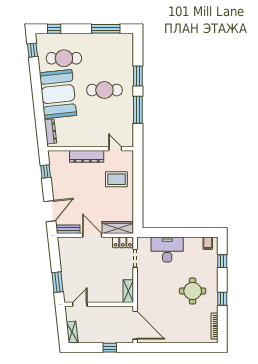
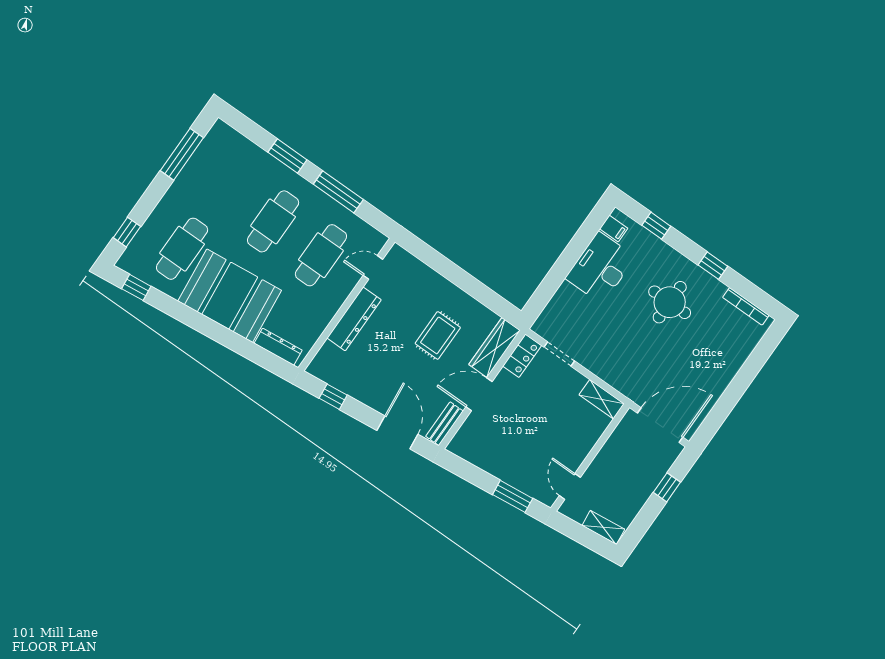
cafe table: (104, 122) -> (321, 255), added
rug: (116, 179) -> (438, 335), moved
desk: (167, 249) -> (600, 268), moved

